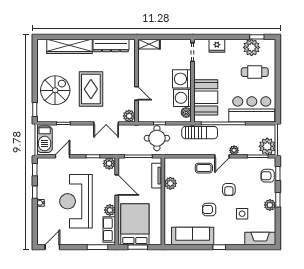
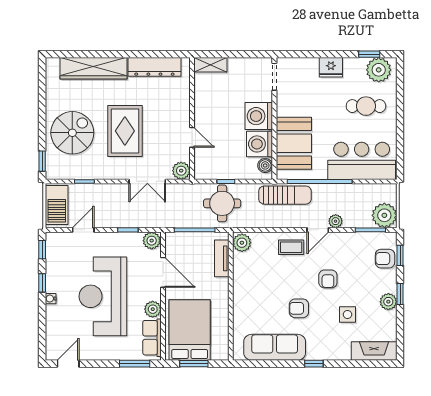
fridge: (217, 46) -> (331, 67), moved
plant: (252, 47) -> (379, 70), moved
plant: (170, 183) -> (242, 243), moved

